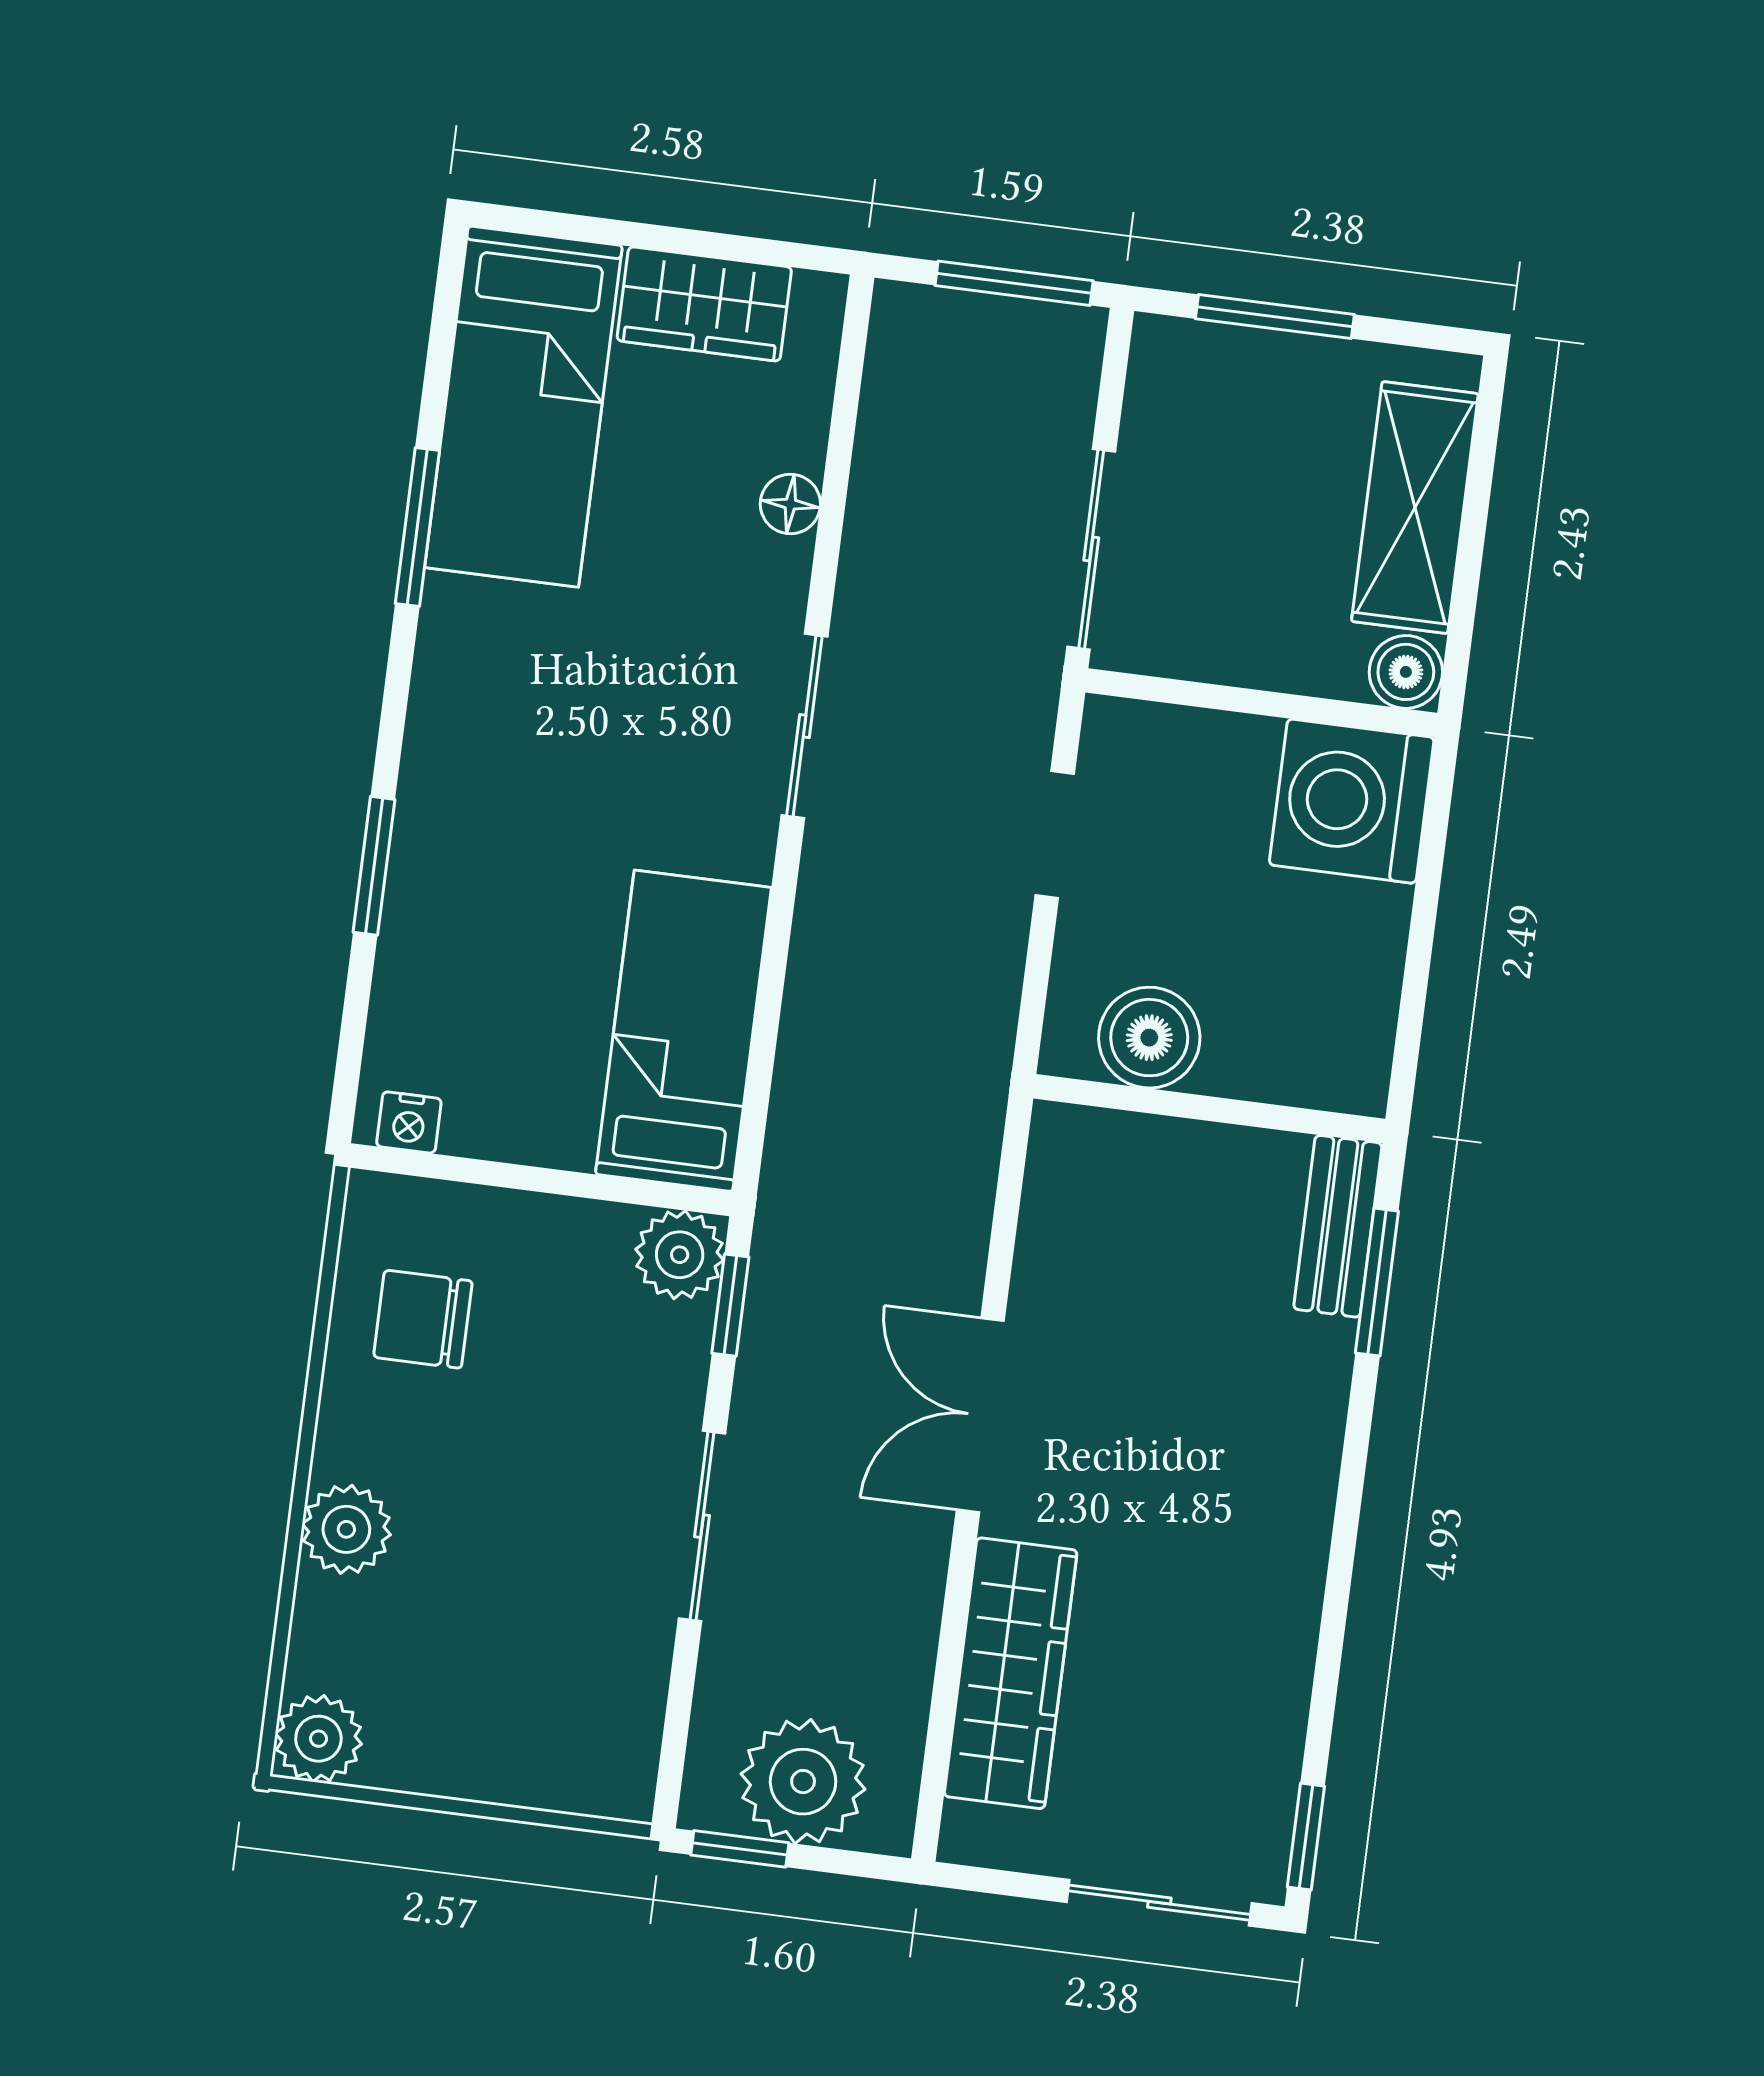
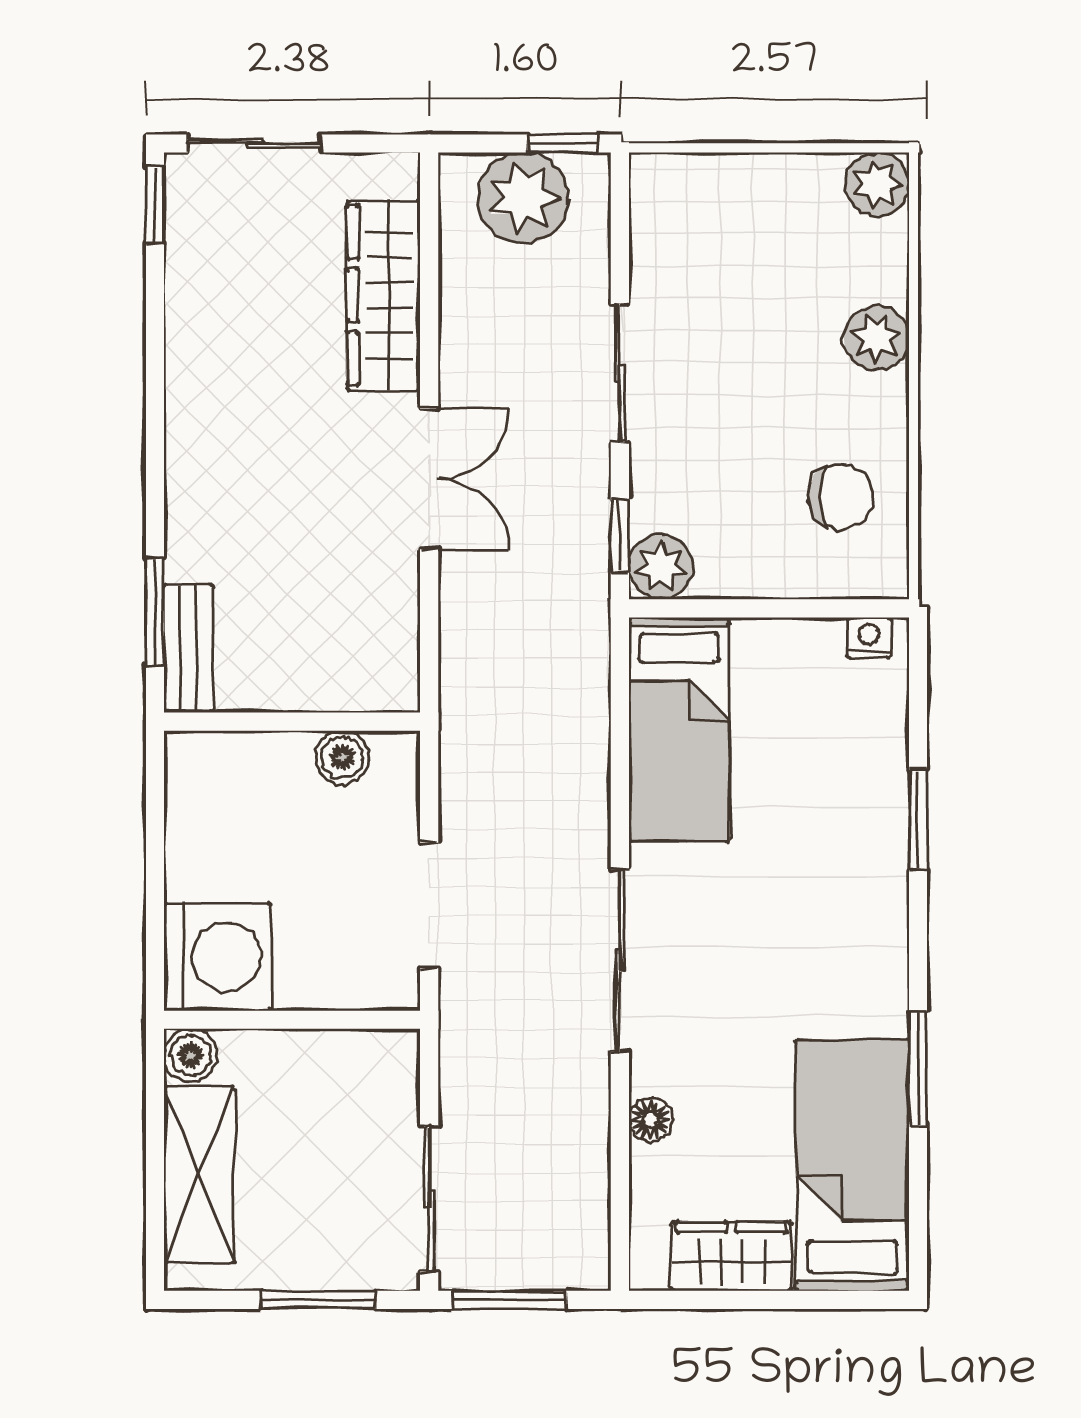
sliding door: (1091, 549) -> (429, 1199), moved
sliding door: (804, 726) -> (620, 961), width x1.37
doorway: (1055, 834) -> (429, 906), width x1.38
boiler: (1149, 1038) -> (342, 758), width x0.73, depth x0.73

